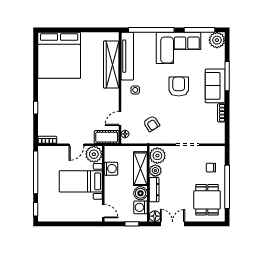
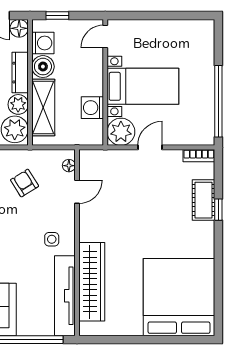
cot: (107, 137) -> (204, 200), moved, turned 90
window: (36, 209) -> (218, 40), removed
door: (103, 211) -> (105, 37), hinge flipped

